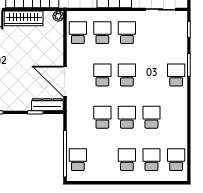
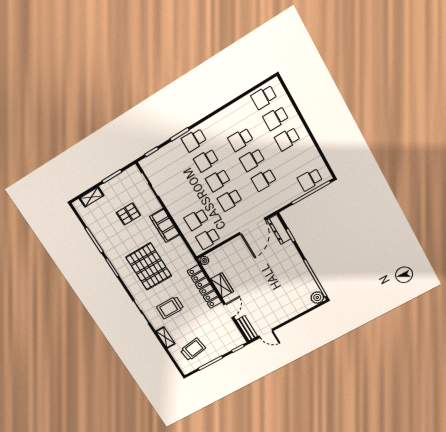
wardrobe: (24, 18) -> (222, 285), width x0.67
school desk: (127, 33) -> (206, 160), moved

